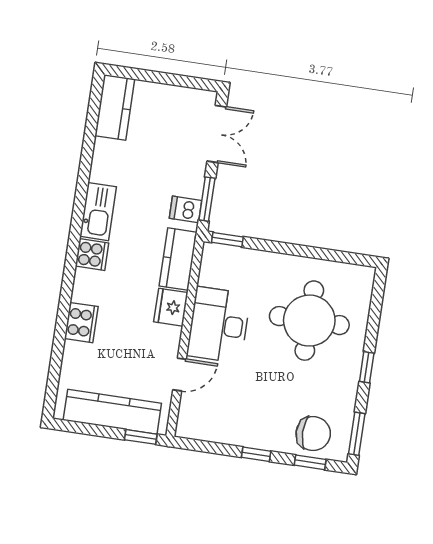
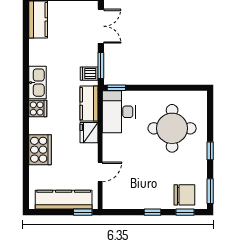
cooker: (81, 323) -> (40, 150), width x1.37, depth x1.31
desk: (219, 325) -> (119, 112), moved

